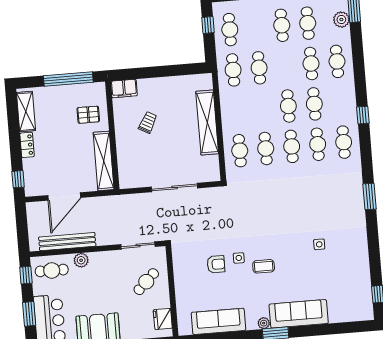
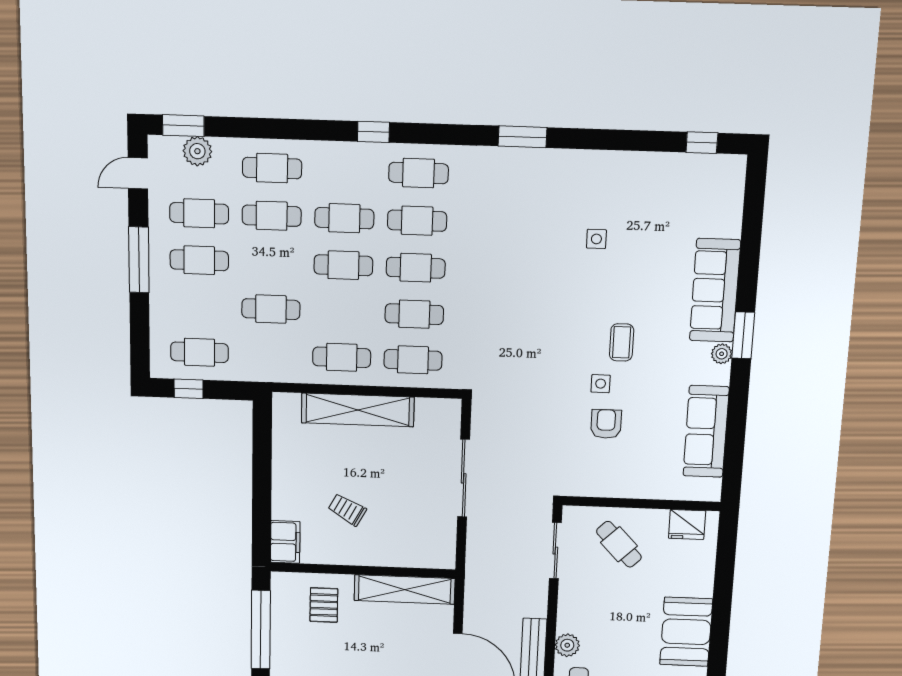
cafe table: (233, 70) -> (342, 357), moved

